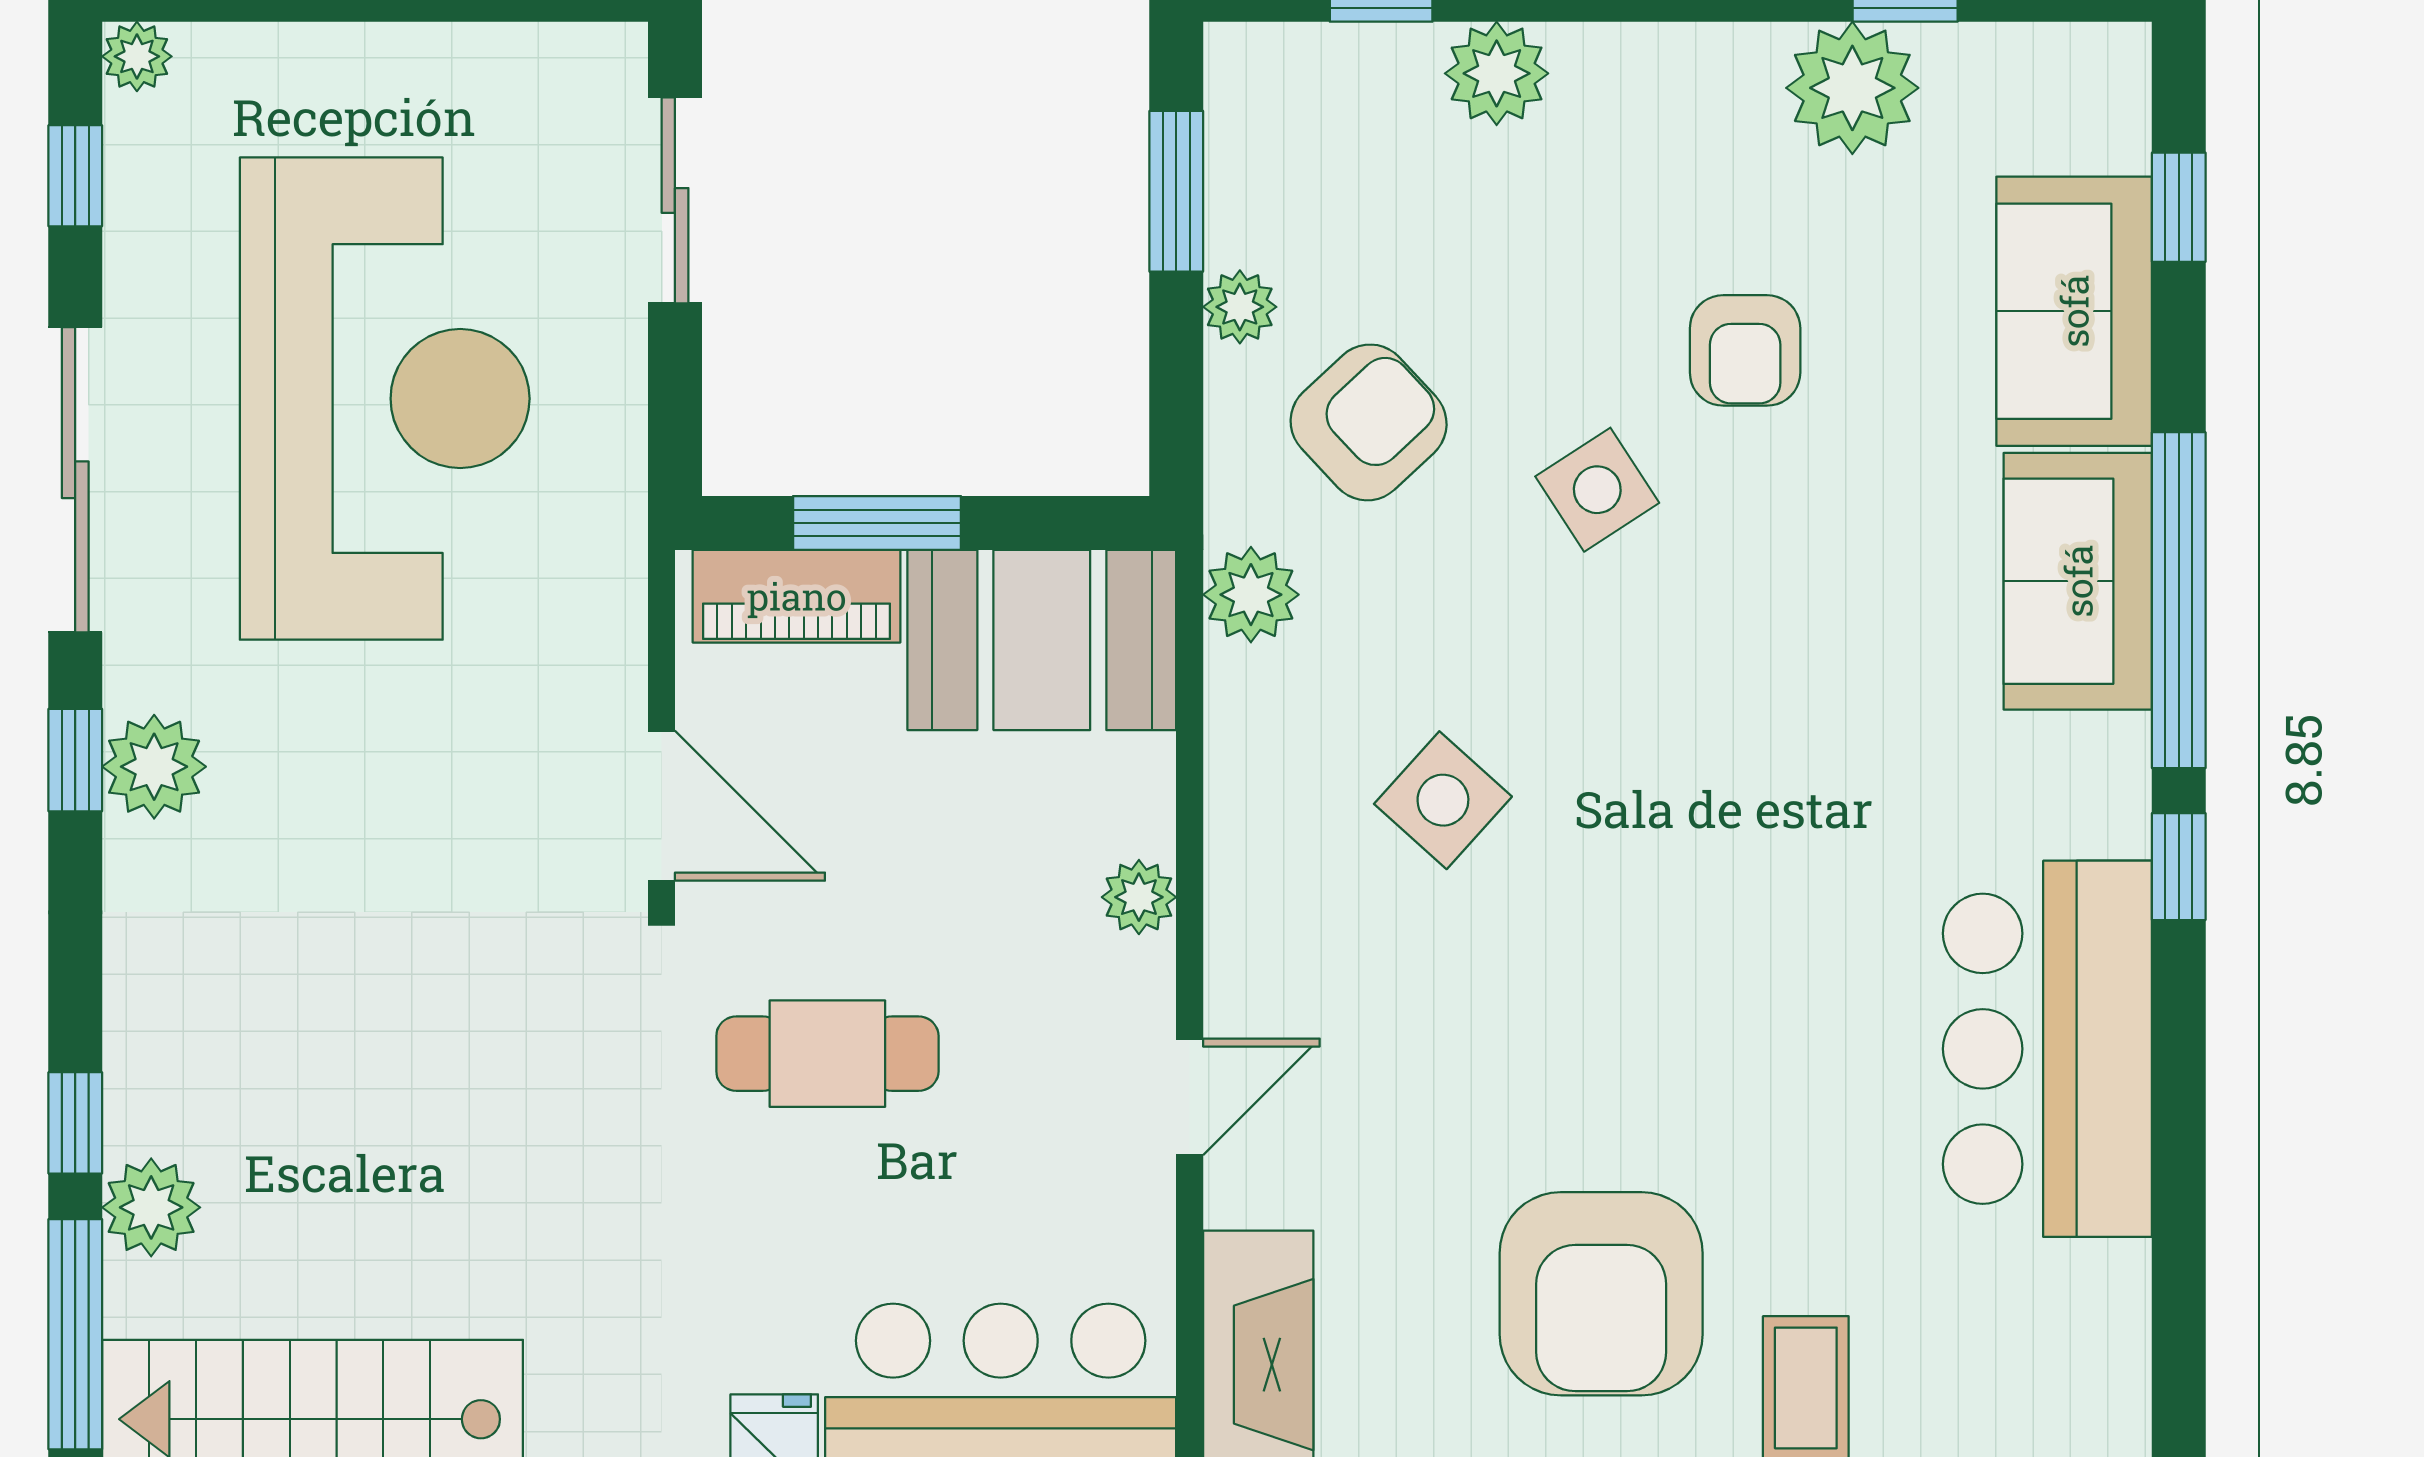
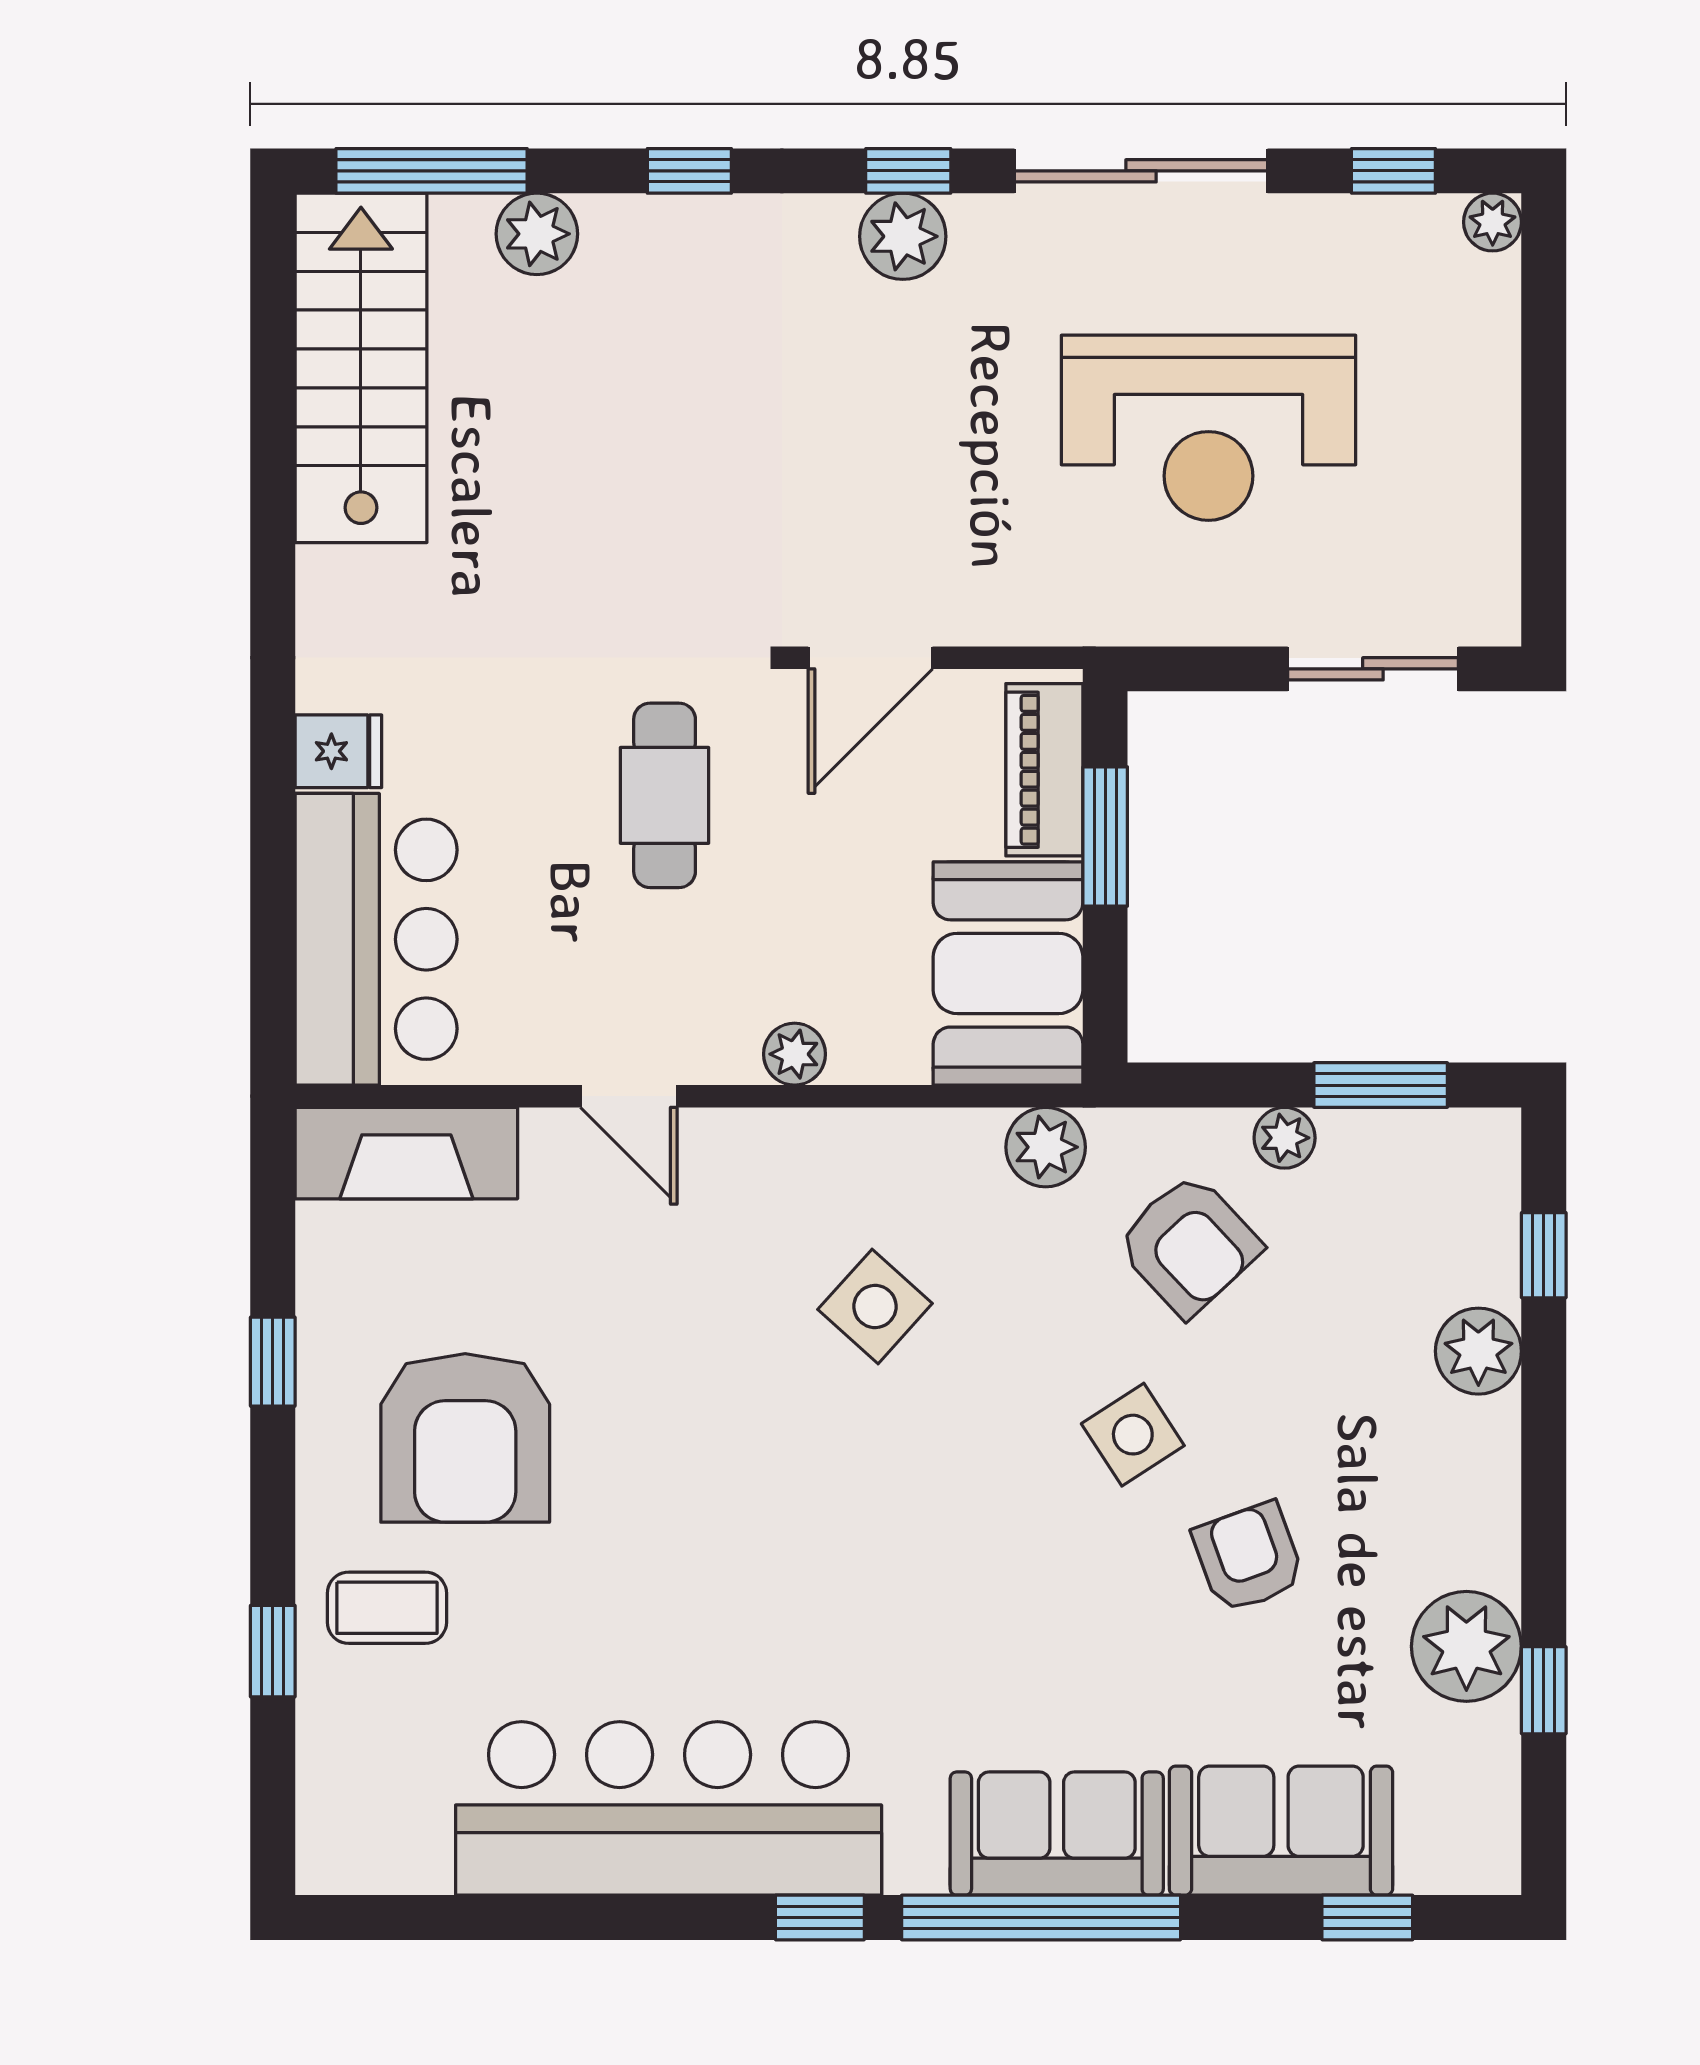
armchair: (1745, 350) -> (1248, 1557), turned 70
reception desk: (385, 399) -> (1208, 428), width x0.74, depth x0.77
bar counter: (2047, 1049) -> (669, 1808), width x1.36
window: (75, 1123) -> (689, 171), moved
armchair: (1601, 1294) -> (465, 1438), turned -90

